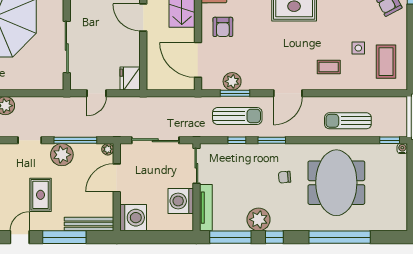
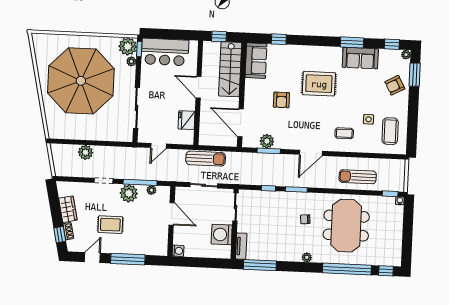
armchair: (223, 27) -> (281, 100), moved
fridge: (130, 79) -> (187, 120), moved
sun lounger: (237, 116) -> (206, 159), moved
sliding door: (155, 140) -> (204, 185), width x0.73
plant: (108, 149) -> (151, 190), moved
door: (117, 178) -> (172, 214), swing flipped
rug: (41, 195) -> (110, 225), turned 90
tv unit: (206, 208) -> (241, 246), width x0.71
washing machine: (133, 218) -> (178, 251), width x0.53, depth x0.53
plant: (259, 219) -> (307, 257), moved, width x0.53, depth x0.53
bench: (89, 224) -> (148, 250), removed
window: (274, 237) -> (386, 271), moved

